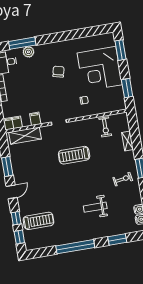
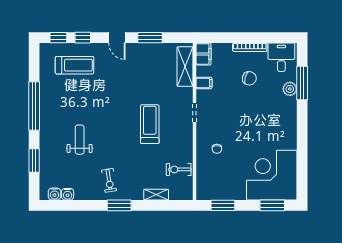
corner desk: (100, 69) -> (272, 175), moved
chair: (58, 72) -> (249, 78), moved
treadmill: (38, 221) -> (75, 65), turned -90

